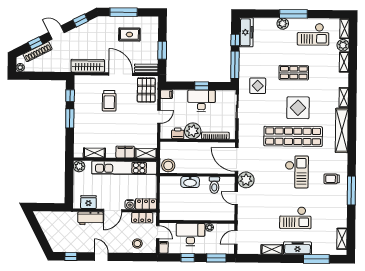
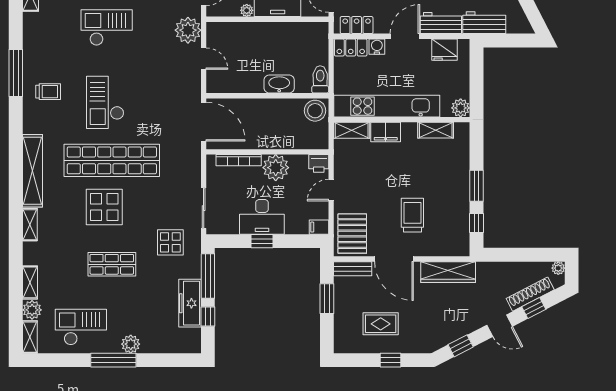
window: (124, 12) -> (391, 360), width x0.46
freezer: (246, 32) -> (190, 303), moved
printer: (178, 133) -> (319, 163), moved
plant: (246, 180) -> (188, 30), moved
toilet: (214, 185) -> (320, 79), moved
workbench: (64, 218) -> (484, 23), added

